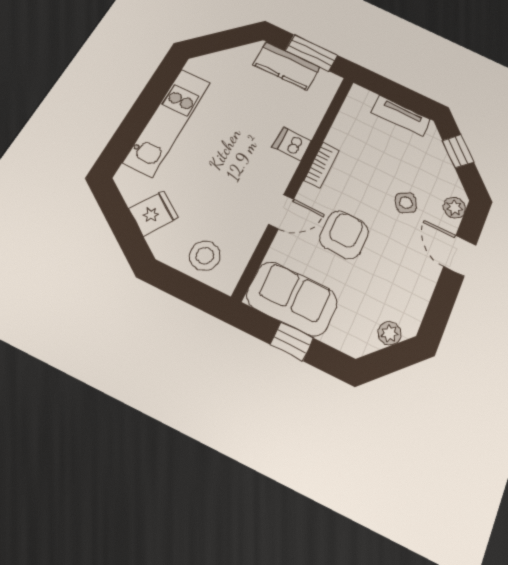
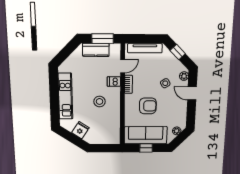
tv unit: (401, 116) -> (145, 48), width x1.41
door: (281, 212) -> (123, 66), moved
armchair: (344, 235) -> (148, 106), turned 90
stool: (205, 256) -> (100, 101), moved
sofa: (292, 299) -> (146, 135), width x1.36

